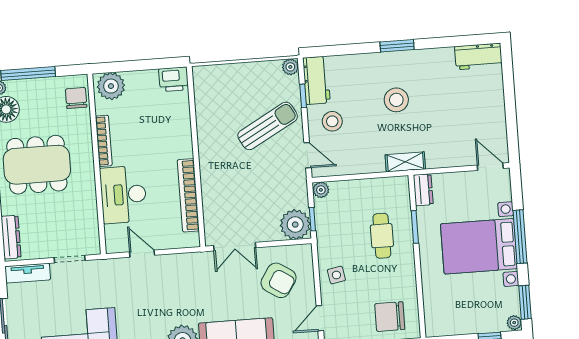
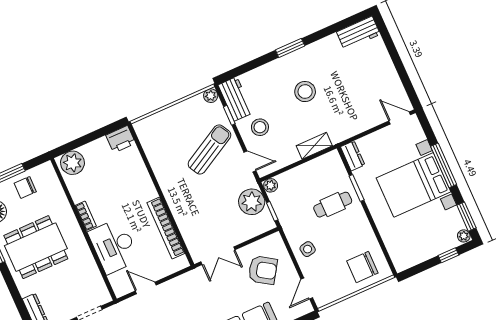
chair: (76, 98) -> (25, 188), moved, turned -90
bookcase: (104, 141) -> (86, 216), width x0.64
shelving: (405, 162) -> (314, 146), moved
plant: (295, 225) -> (252, 202), moved
cafe table: (382, 236) -> (333, 205), turned 90

